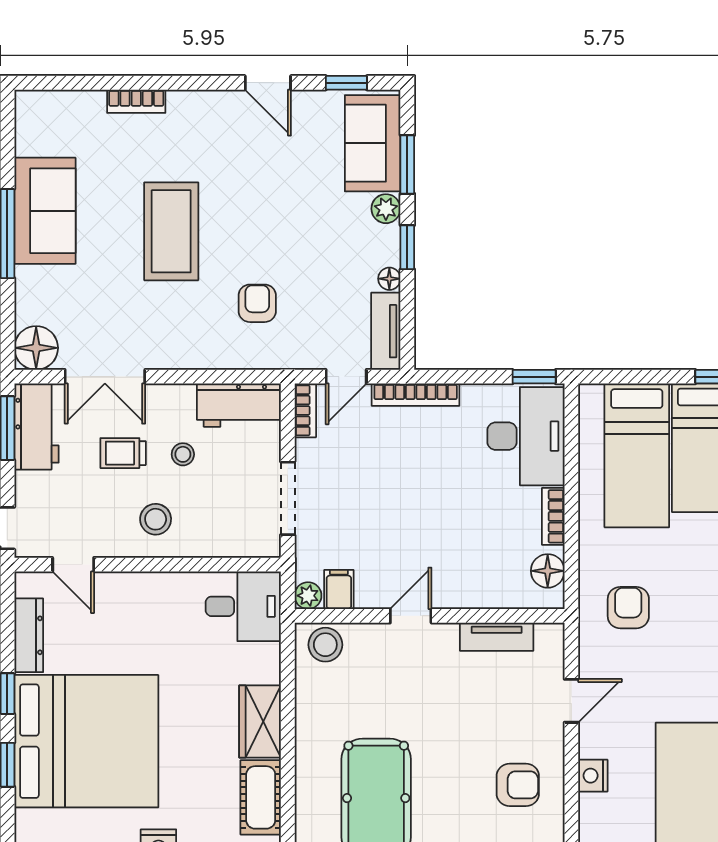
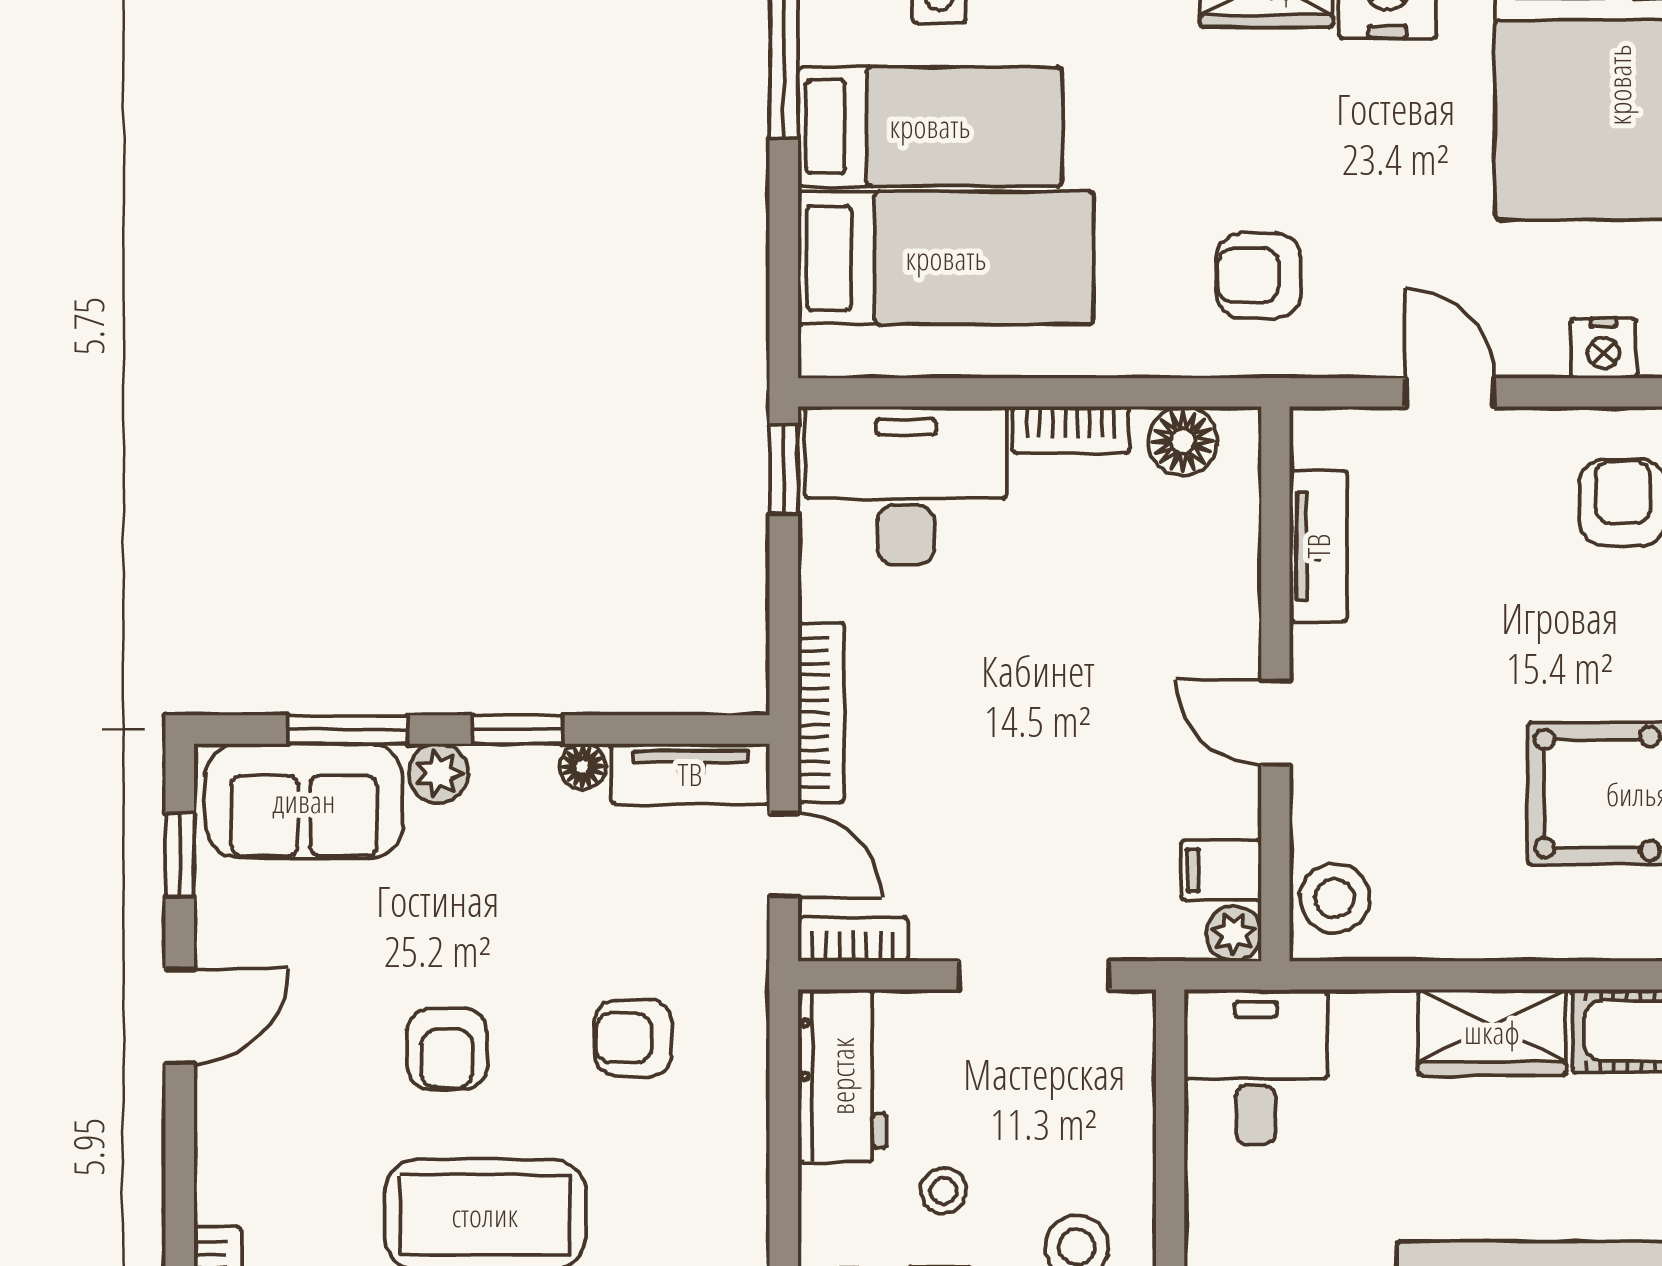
armchair: (252, 213) -> (447, 1049), added

